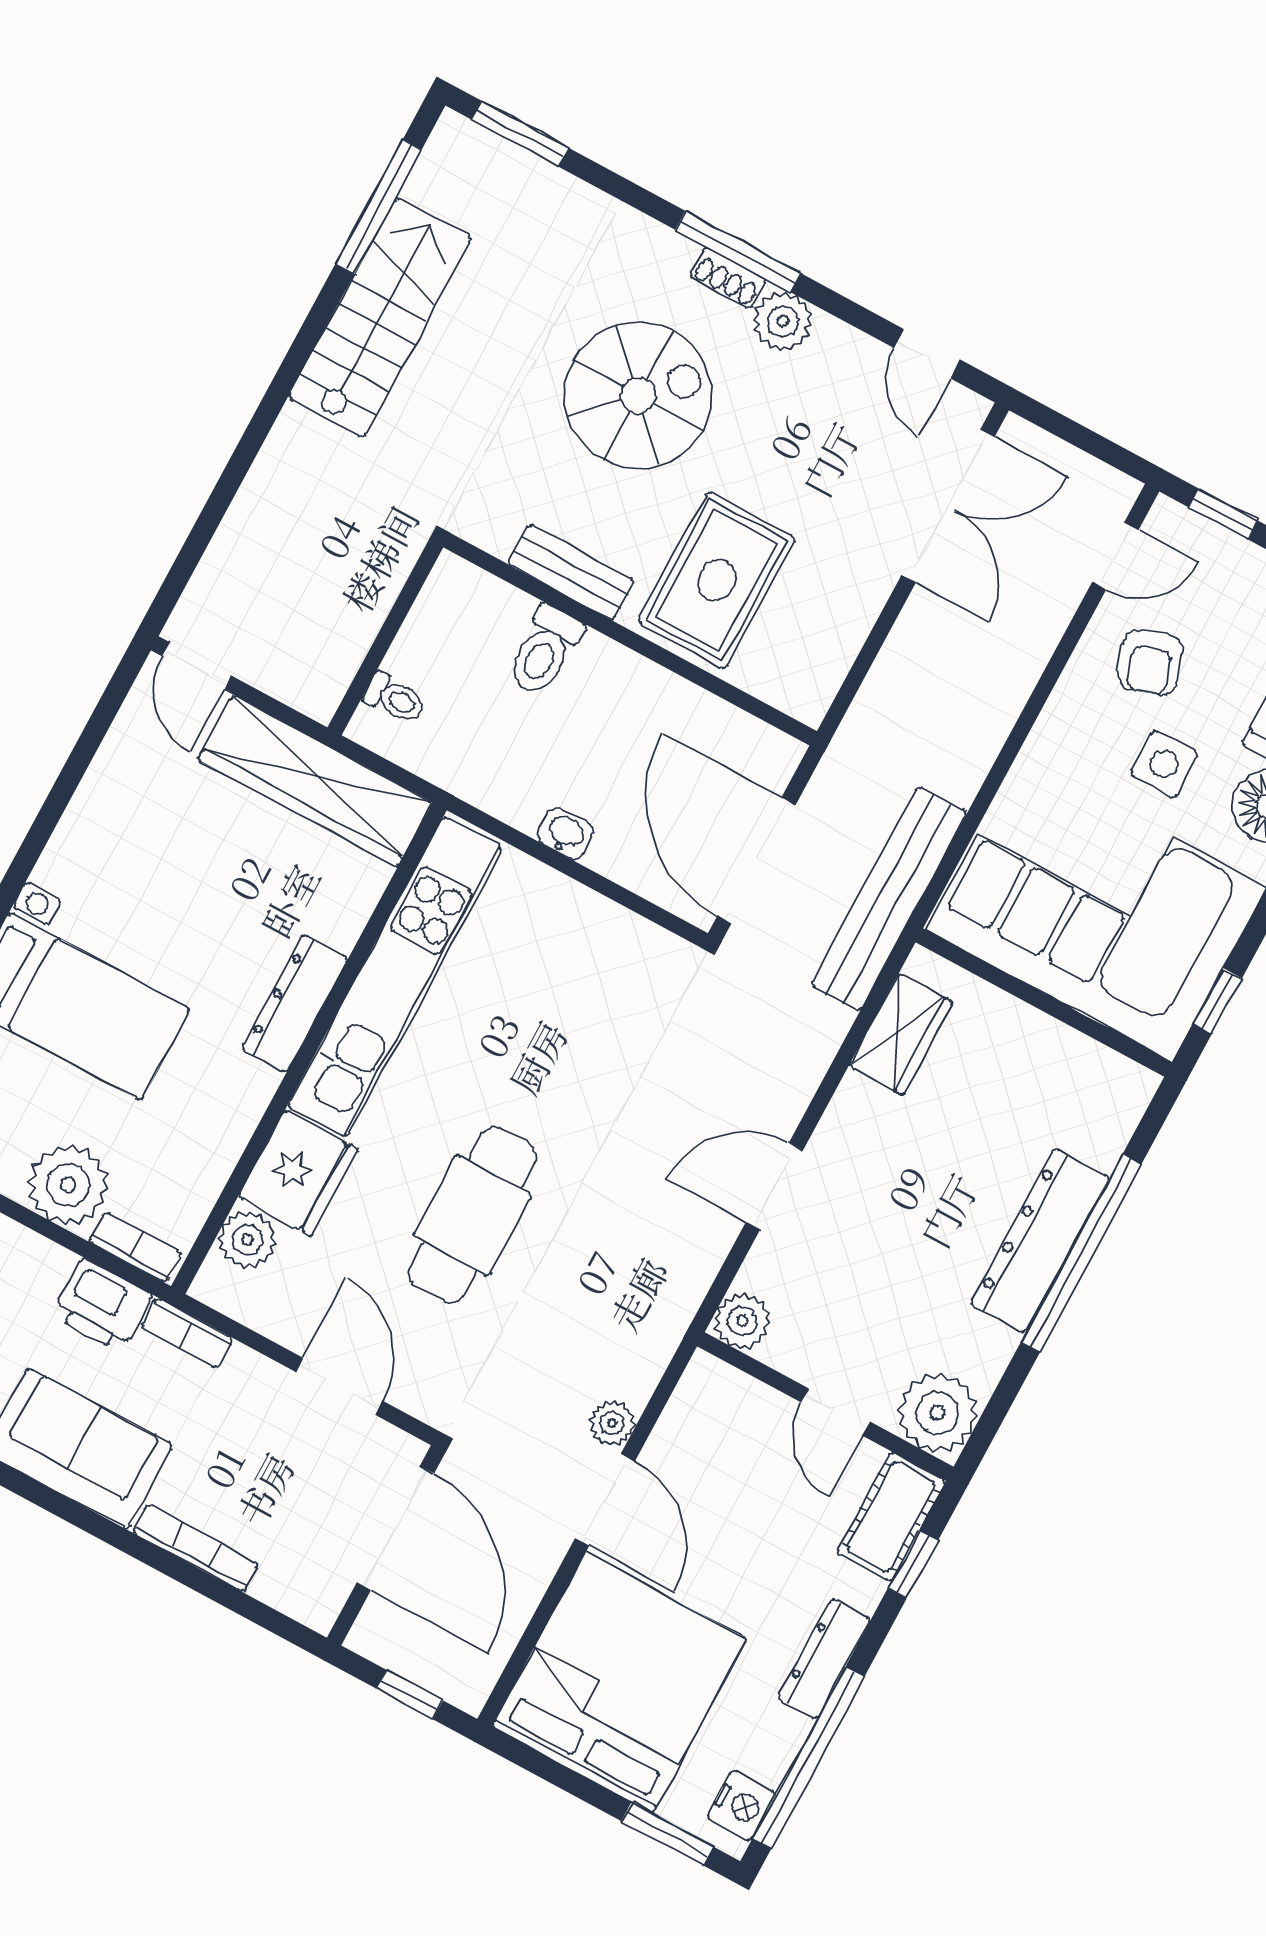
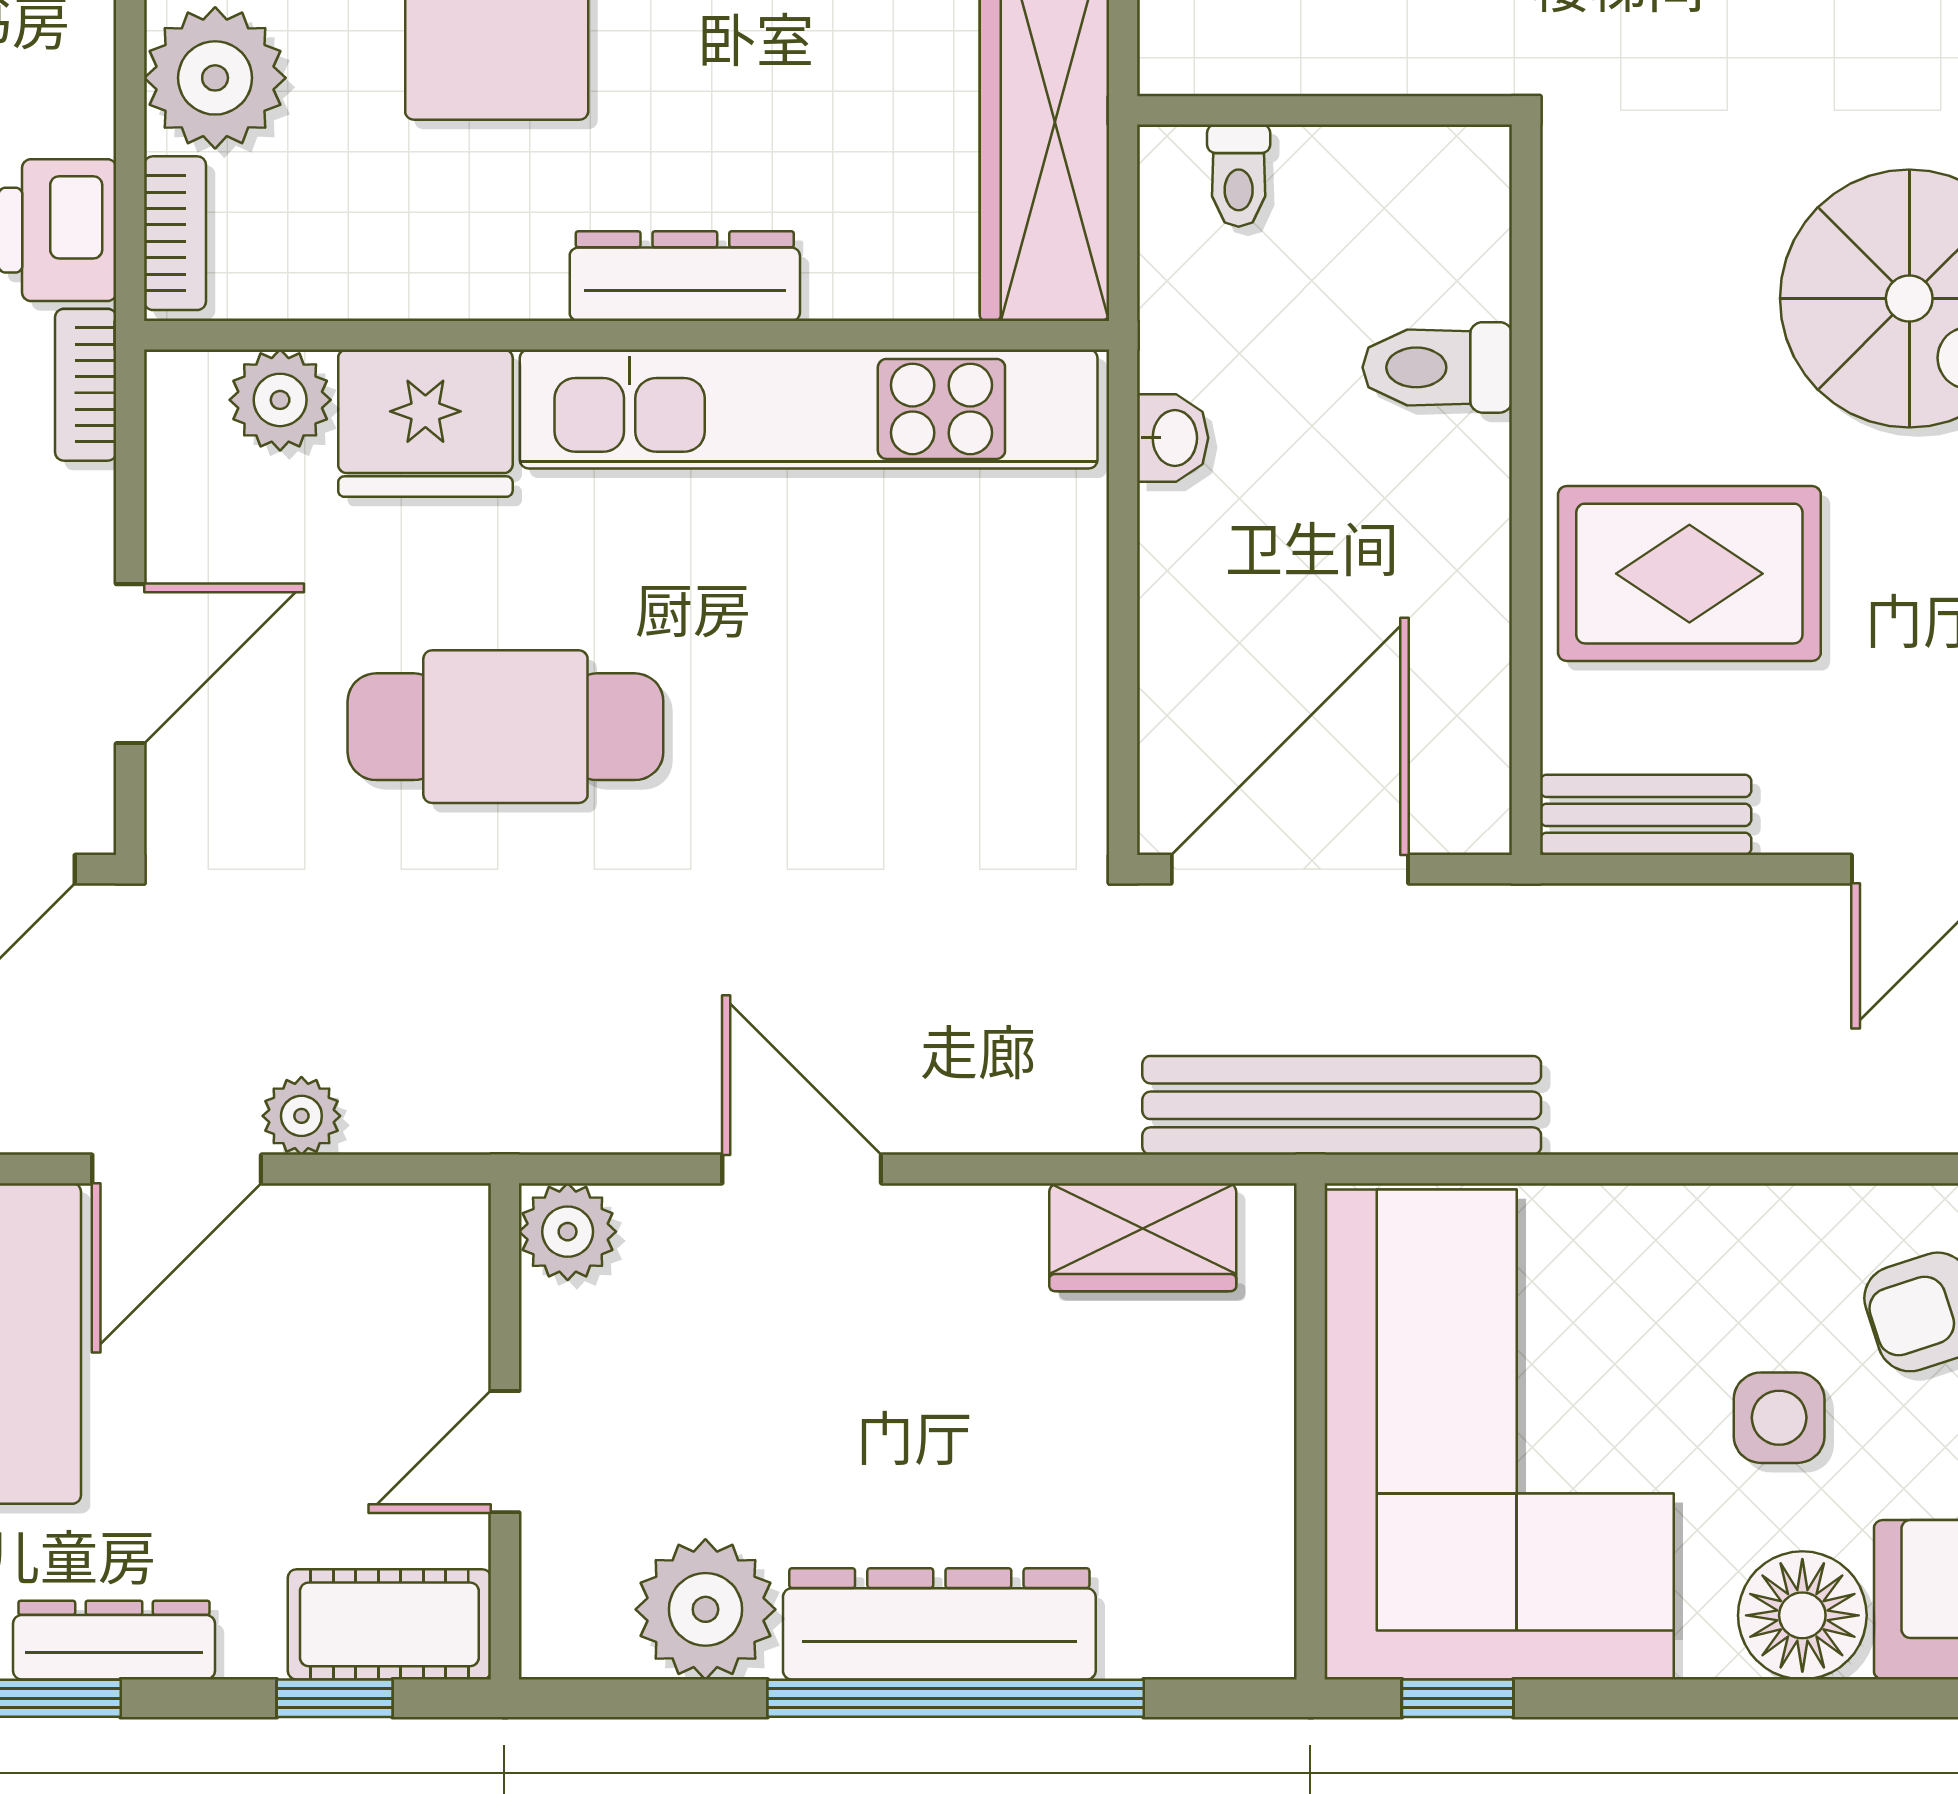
bench: (571, 572) -> (1646, 815), moved, turned 90
washbasin: (565, 833) -> (1173, 438), moved
plant: (937, 1413) -> (705, 1609), moved

